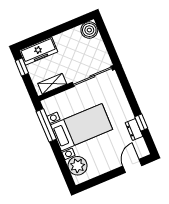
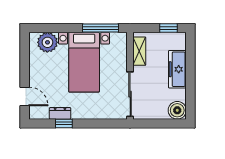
freezer: (39, 51) -> (177, 69), moved

